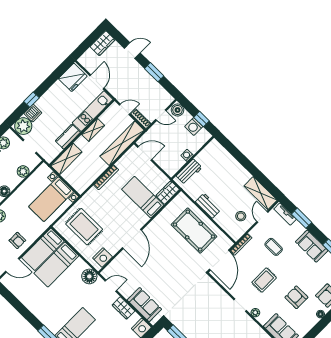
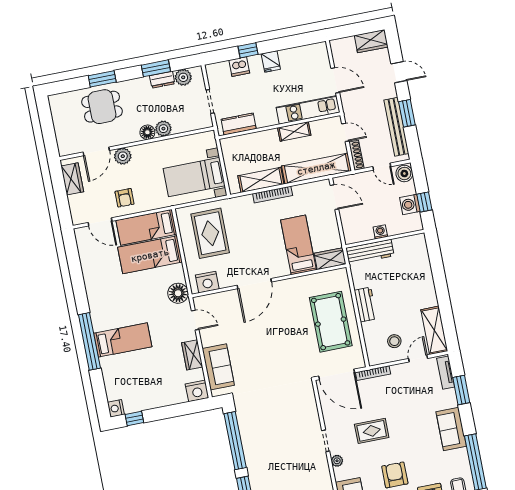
fridge: (73, 77) -> (271, 61), moved, width x0.53, depth x0.75
door: (97, 82) -> (335, 80), hinge flipped
bench: (153, 85) -> (396, 127), added
plant: (23, 126) -> (219, 74), removed
kitchen counter: (68, 137) -> (239, 124), moved
shelving: (66, 159) -> (261, 180), moved
plant: (23, 171) -> (163, 129), moved
workbench: (189, 172) -> (370, 252), width x1.38
coffee table: (274, 247) -> (408, 401), removed
door: (219, 260) -> (337, 374), hinge flipped

